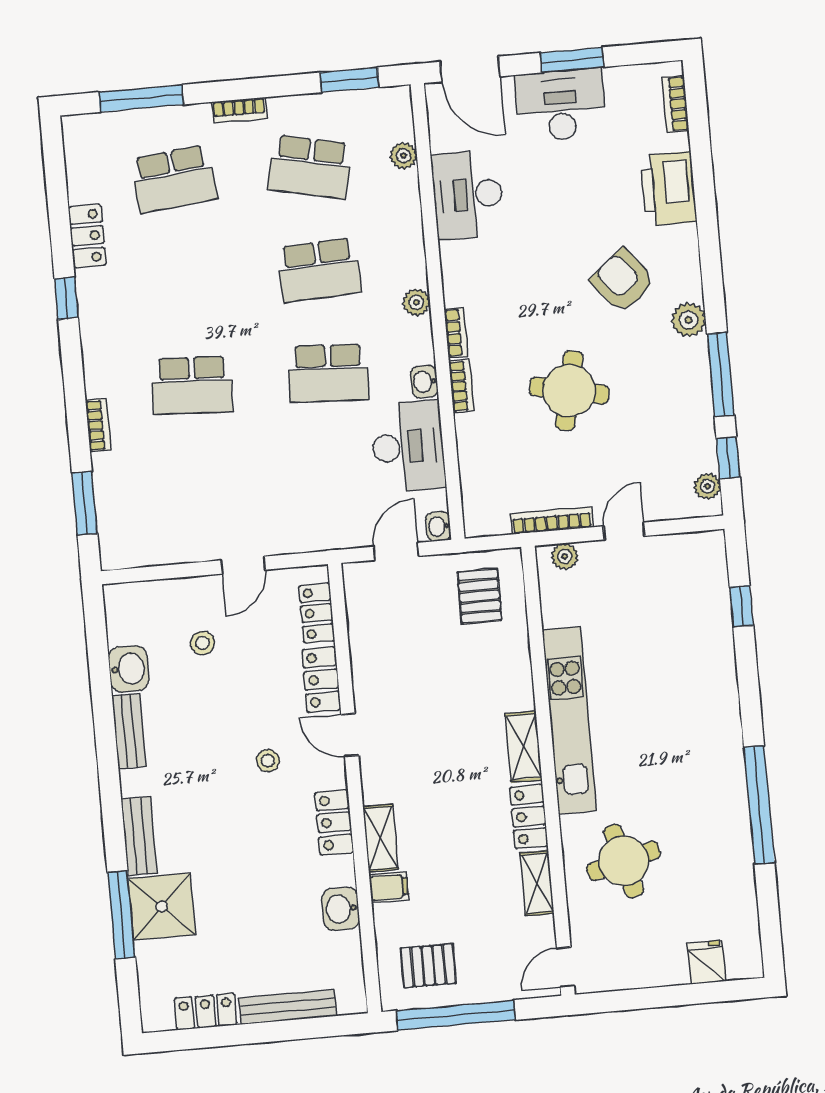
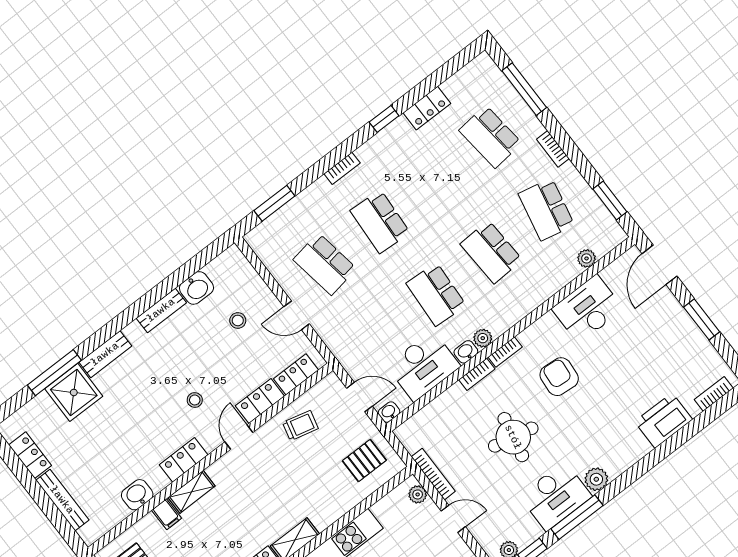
desk: (561, 105) -> (556, 496), moved, turned 90
armchair: (623, 281) -> (559, 377), moved, turned -46
plant: (416, 302) -> (483, 338), moved
bookcase: (98, 425) -> (342, 168), moved
school desk: (201, 489) -> (325, 264), added
trolley: (384, 649) -> (300, 426), added

